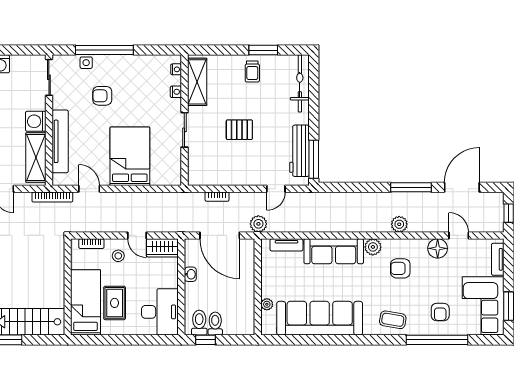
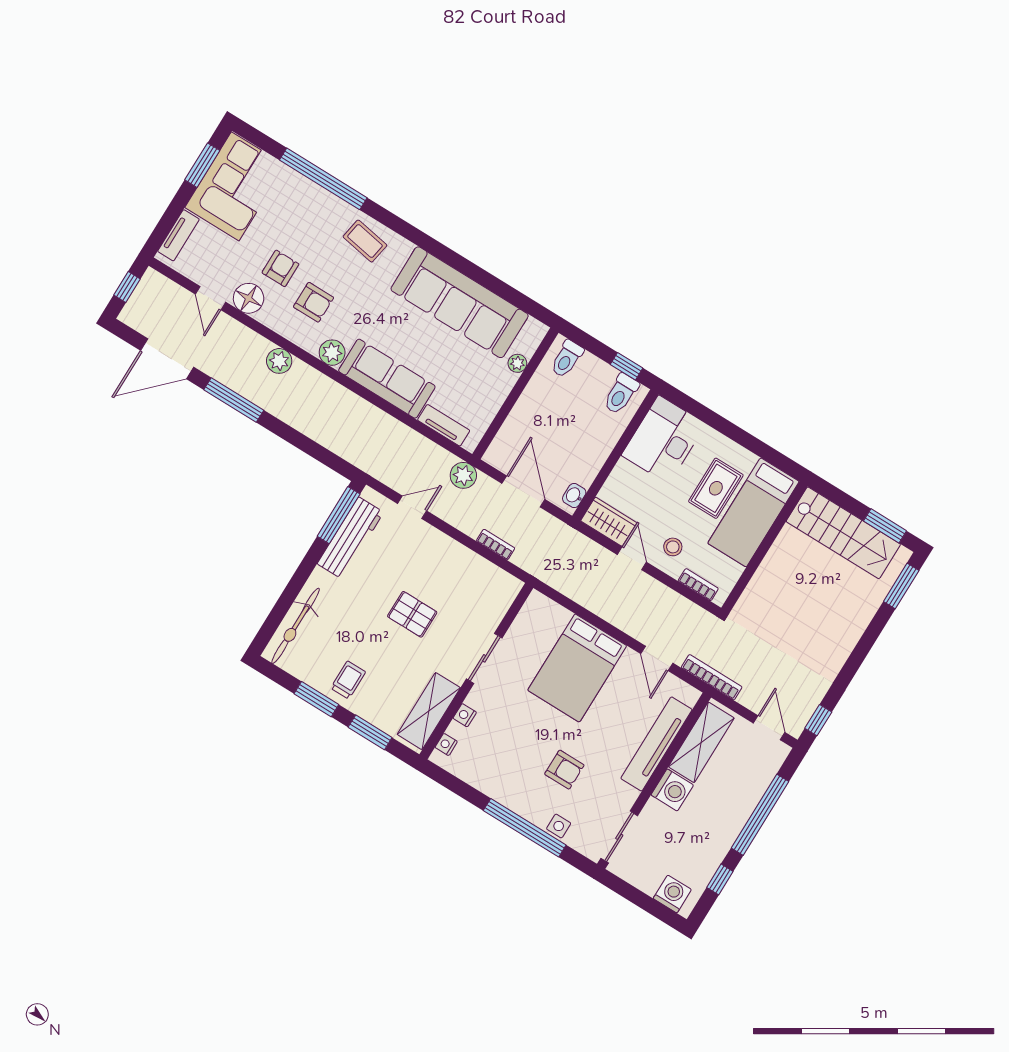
window: (222, 50) -> (370, 732), added
door: (220, 235) -> (523, 491), width x0.73
washbasin: (190, 274) -> (574, 496), moved
armchair: (440, 312) -> (280, 268), moved
toilet: (215, 324) -> (567, 359), moved

